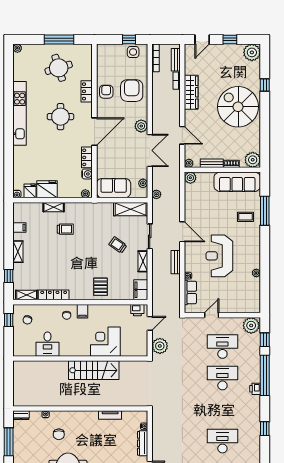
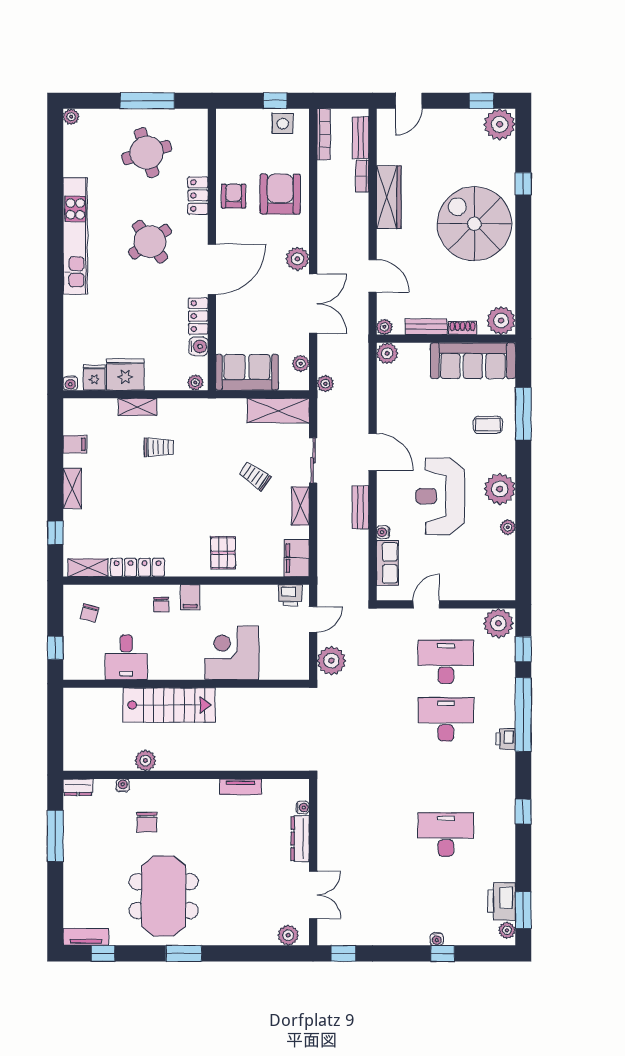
window: (230, 40) -> (481, 101), moved
round table: (60, 117) -> (150, 242), turned -36
plant: (252, 252) -> (500, 489), added
window: (9, 320) -> (55, 648), moved
stairs: (94, 370) -> (169, 705), moved
plant: (58, 401) -> (145, 761), added

